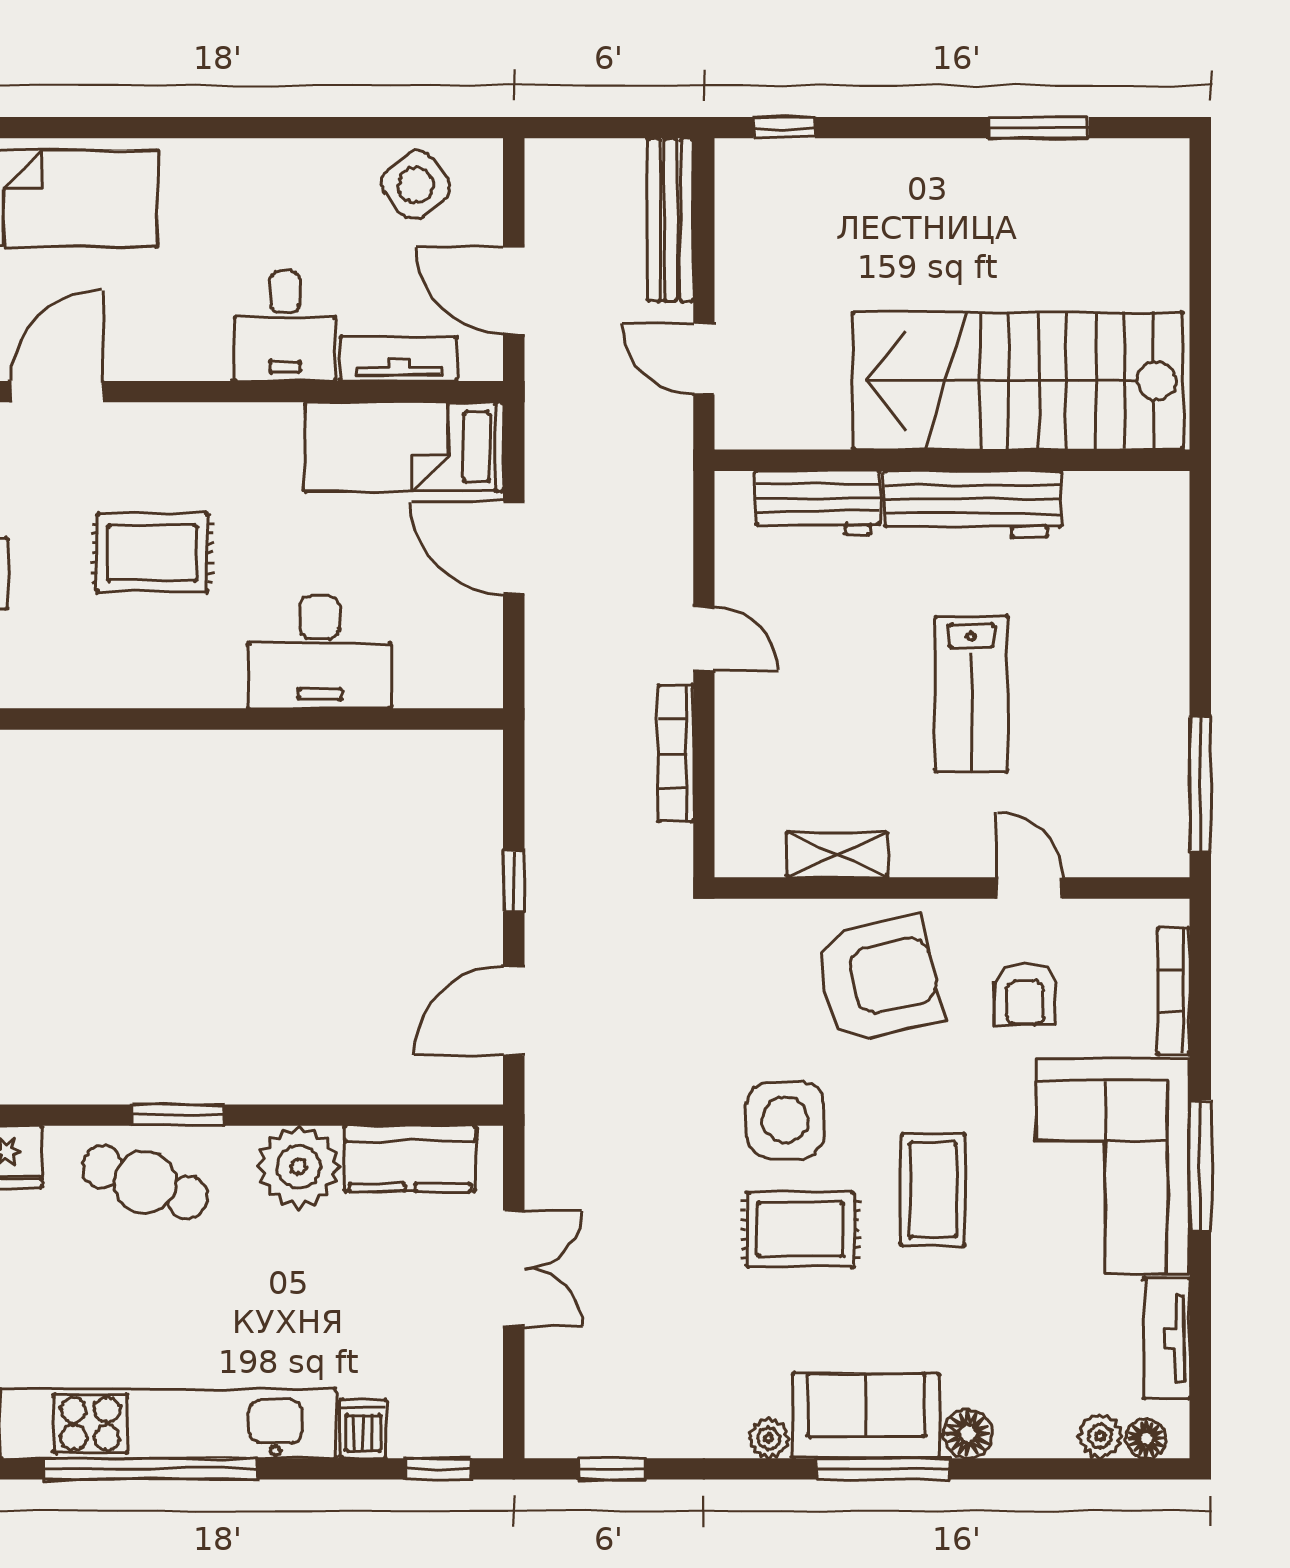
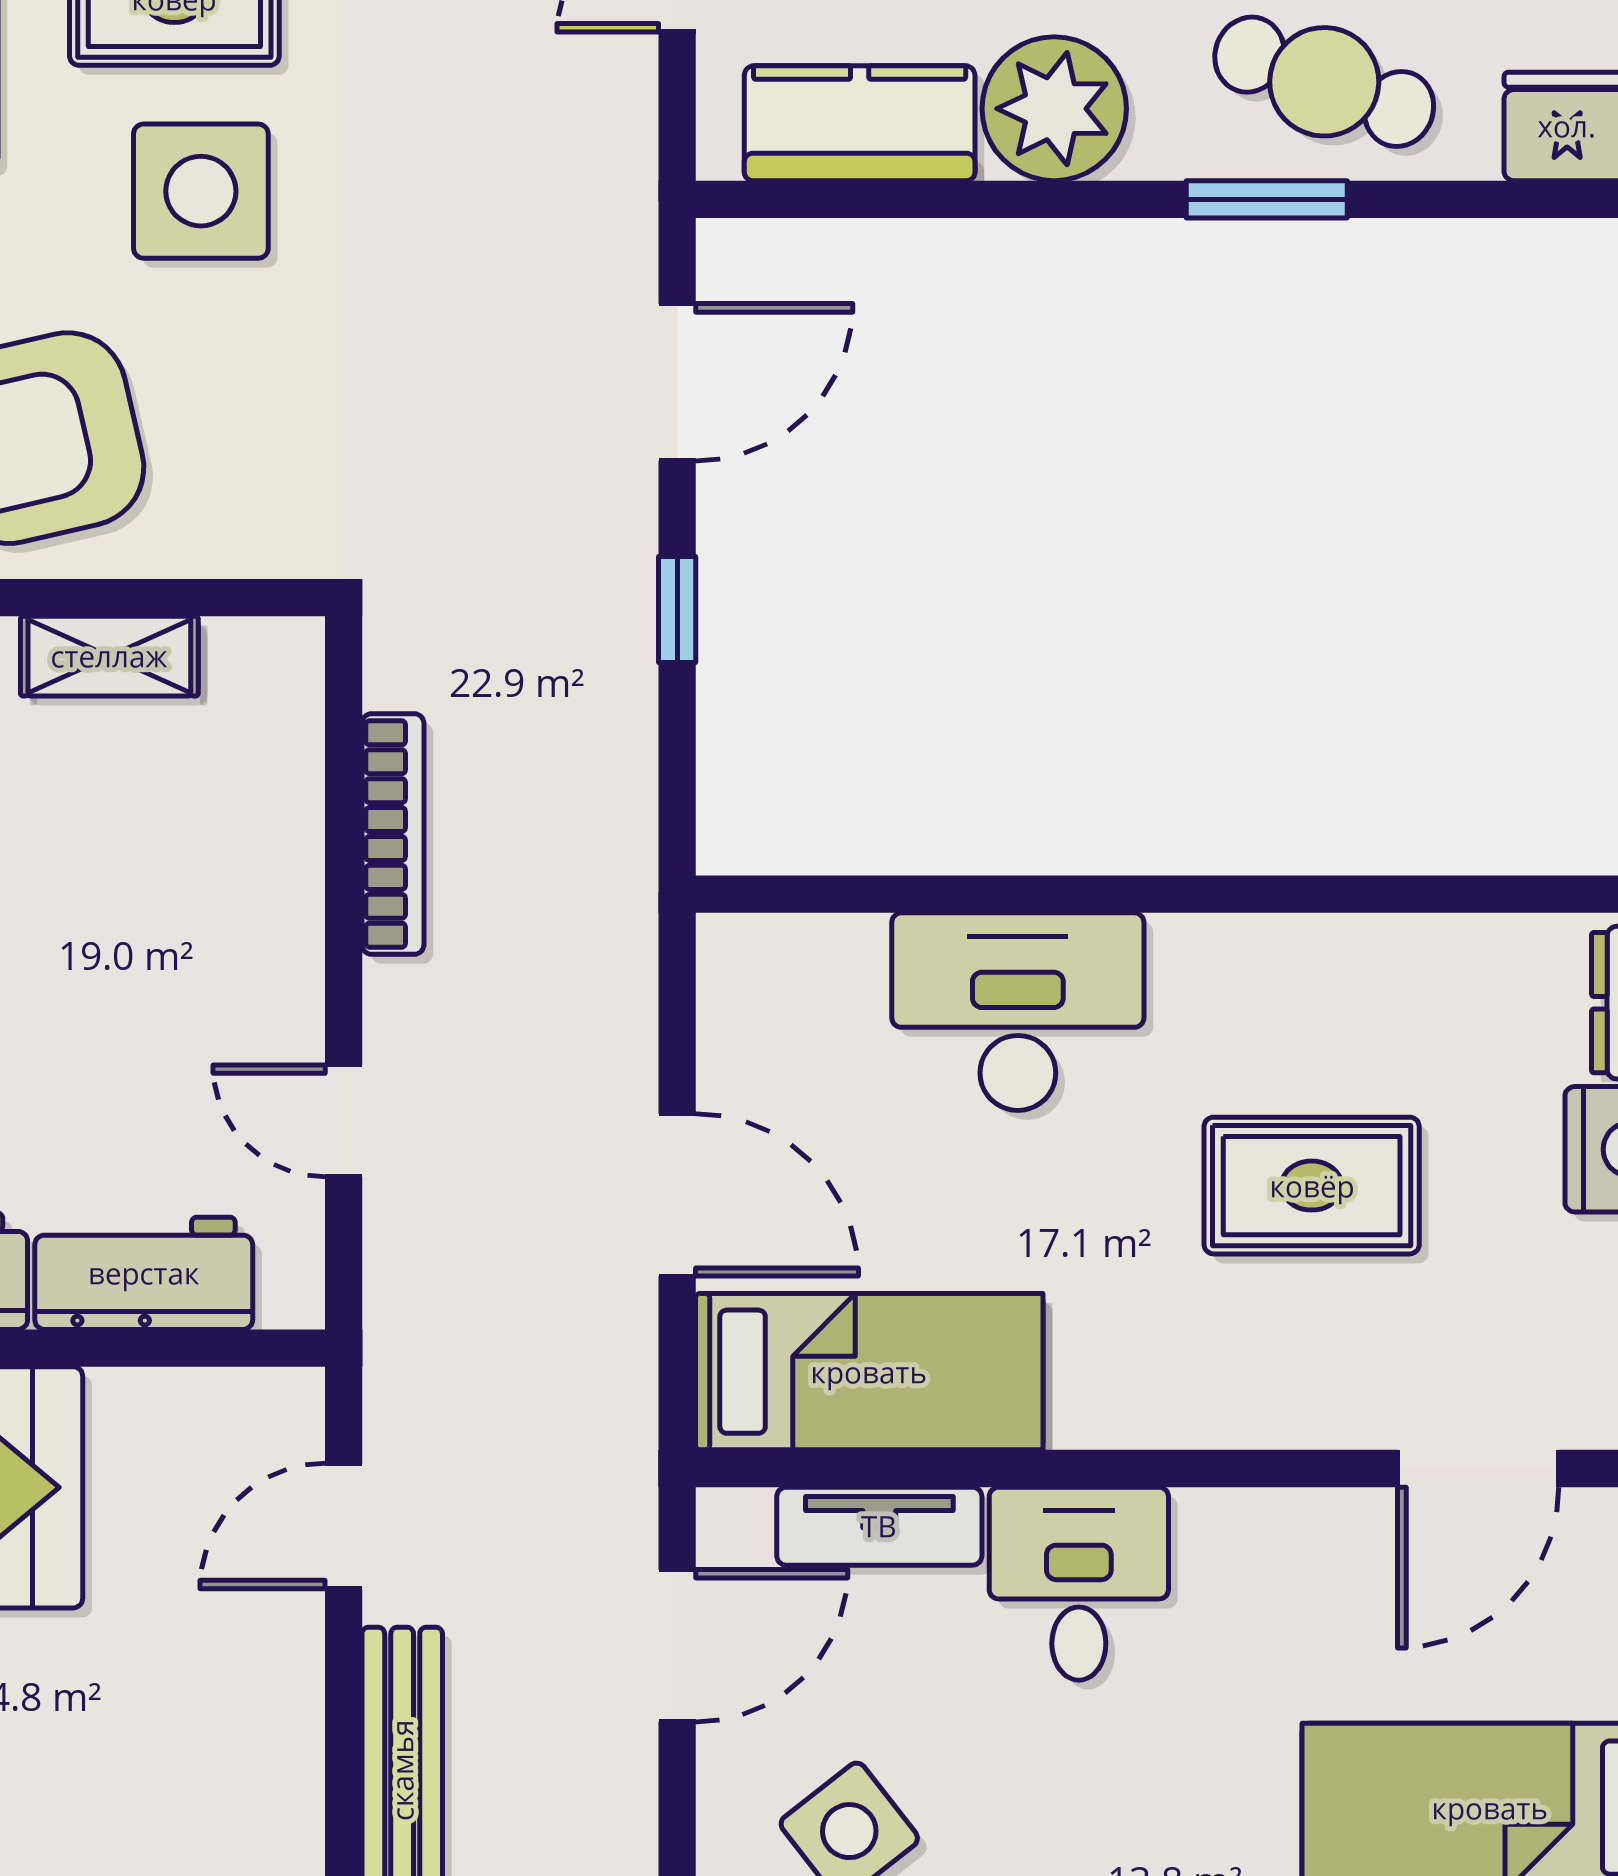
door: (514, 291) -> (677, 1646), hinge flipped
door: (704, 359) -> (344, 1526), swing flipped
door: (704, 639) -> (344, 1121), moved

